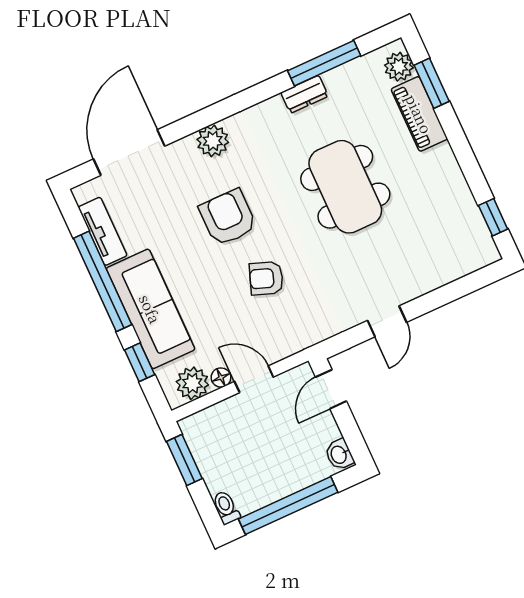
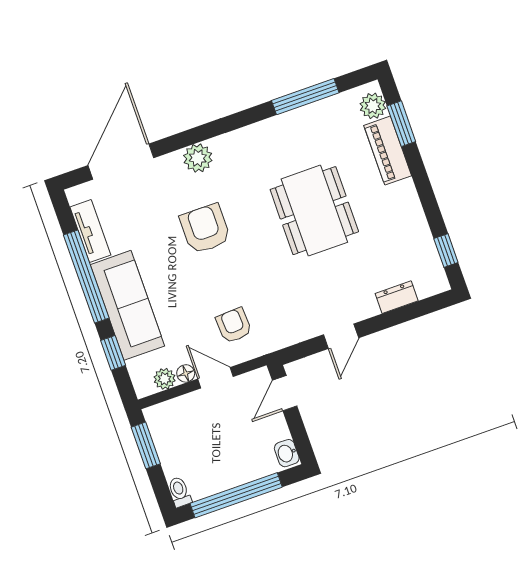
dresser: (305, 94) -> (397, 297), moved, turned 180
armchair: (266, 278) -> (234, 325), moved, turned 67
plant: (192, 383) -> (165, 379), width x0.73, depth x0.73

